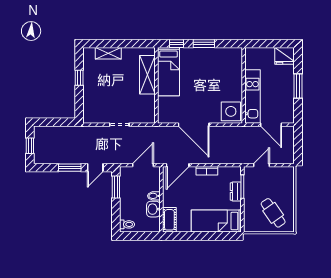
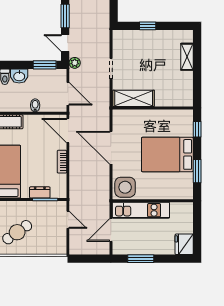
window: (204, 44) -> (197, 171), moved
bed: (168, 72) -> (167, 154), moved, width x1.50
shelving: (147, 75) -> (134, 98), moved
window: (79, 78) -> (148, 26), moved
window: (298, 86) -> (141, 259), moved
door: (194, 125) -> (111, 148), hinge flipped
plant: (114, 159) -> (75, 63), added
washbasin: (153, 209) -> (19, 76), moved, turned 180

